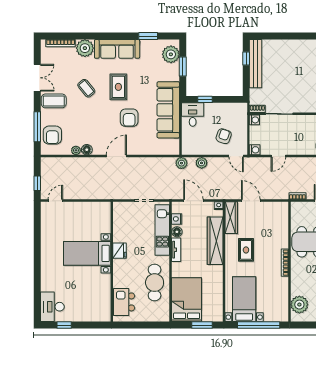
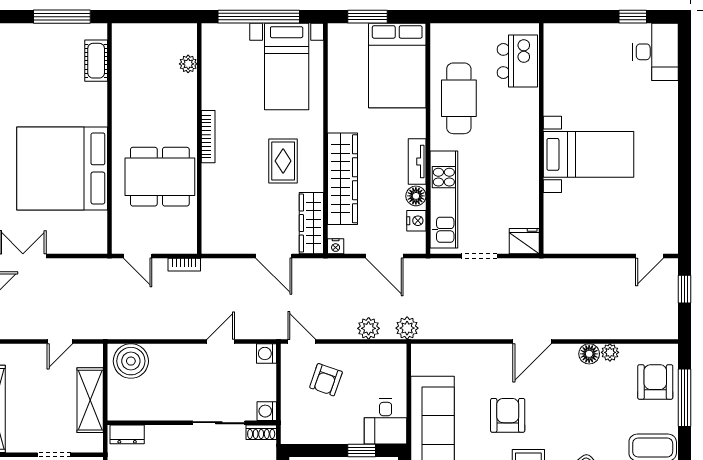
fridge: (119, 251) -> (524, 241), moved, turned 90
plant: (299, 305) -> (188, 64), width x0.53, depth x0.53

